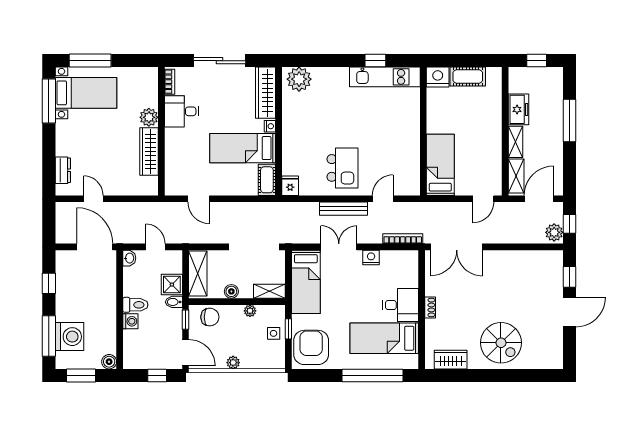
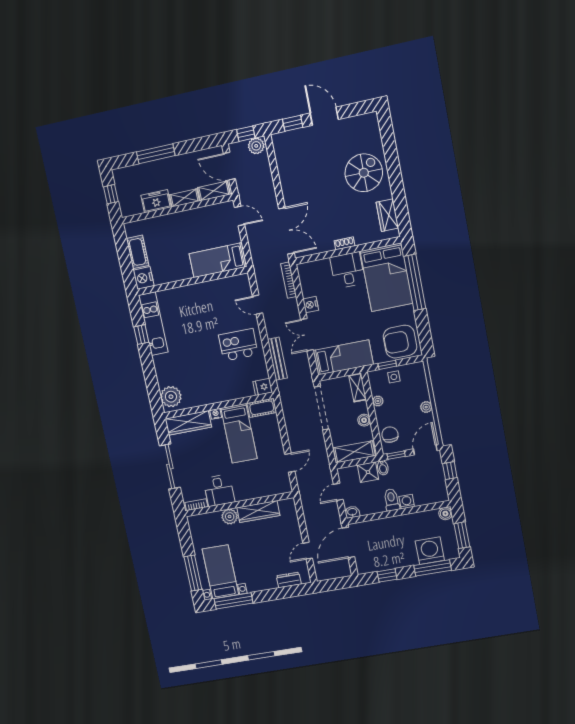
bench: (343, 209) -> (277, 359), moved
bed: (384, 338) -> (387, 277), width x1.50

